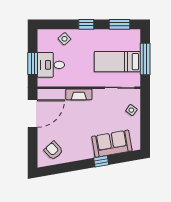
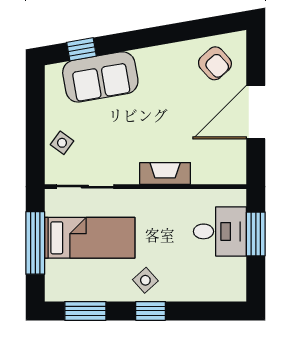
side table: (65, 39) -> (145, 280), moved
door: (33, 114) -> (256, 112), moved
window: (101, 161) -> (81, 49), moved

